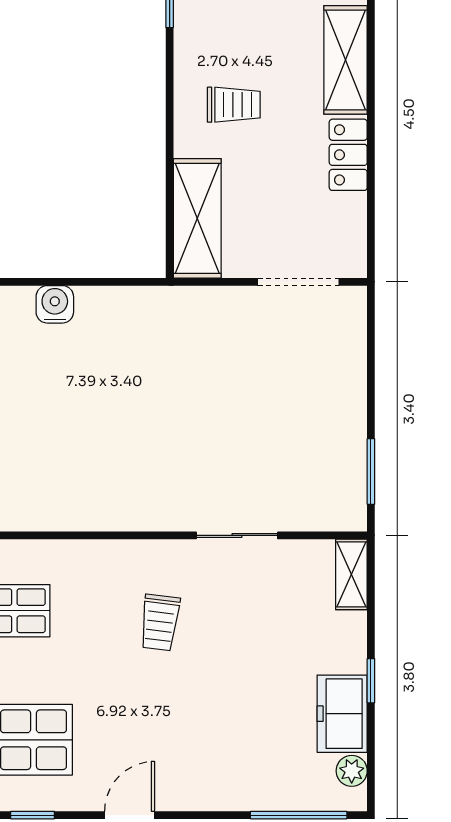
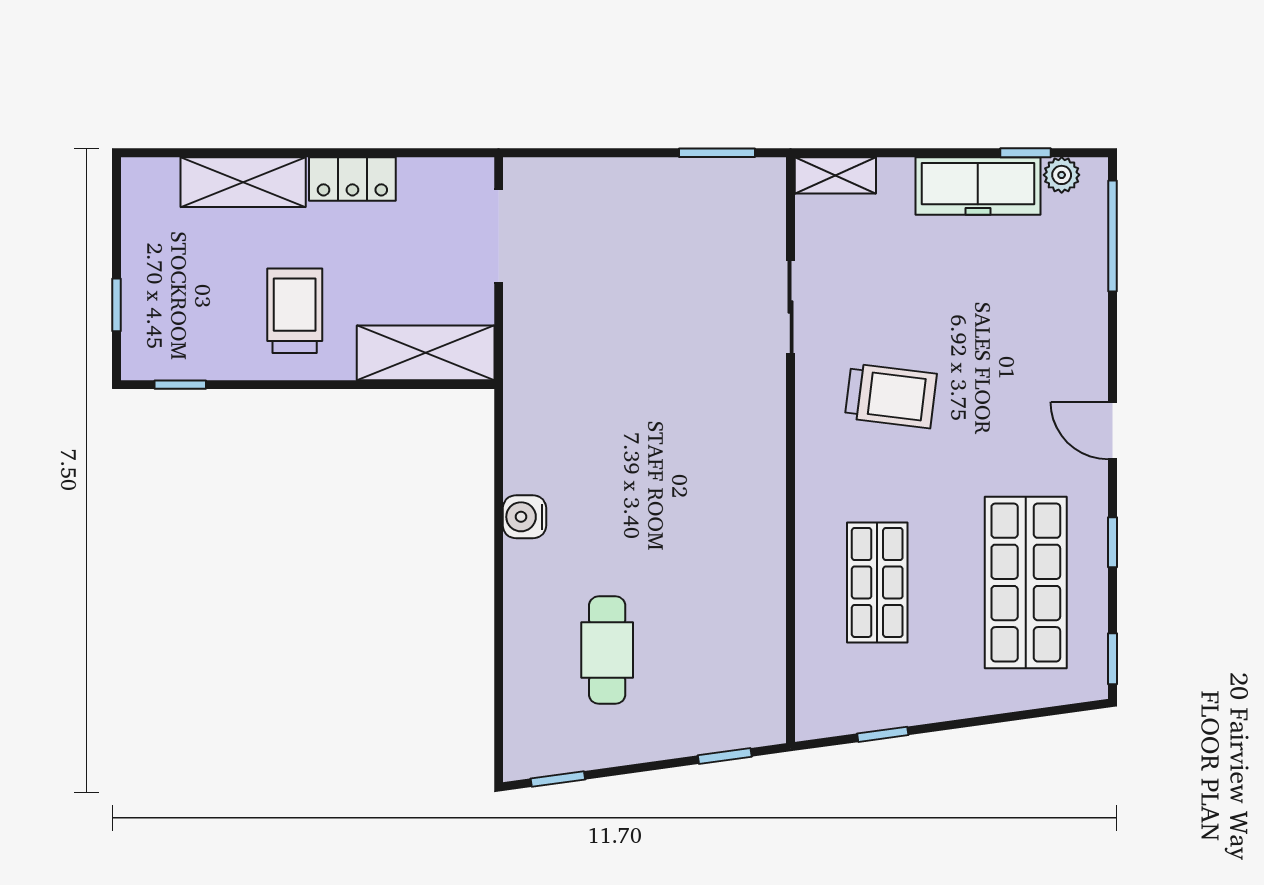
trolley: (234, 105) -> (295, 311), width x1.36, depth x1.39
trolley: (160, 623) -> (891, 396), width x1.36, depth x1.39
window: (371, 681) -> (1026, 153), moved
freezer: (342, 714) -> (978, 186), width x1.40

